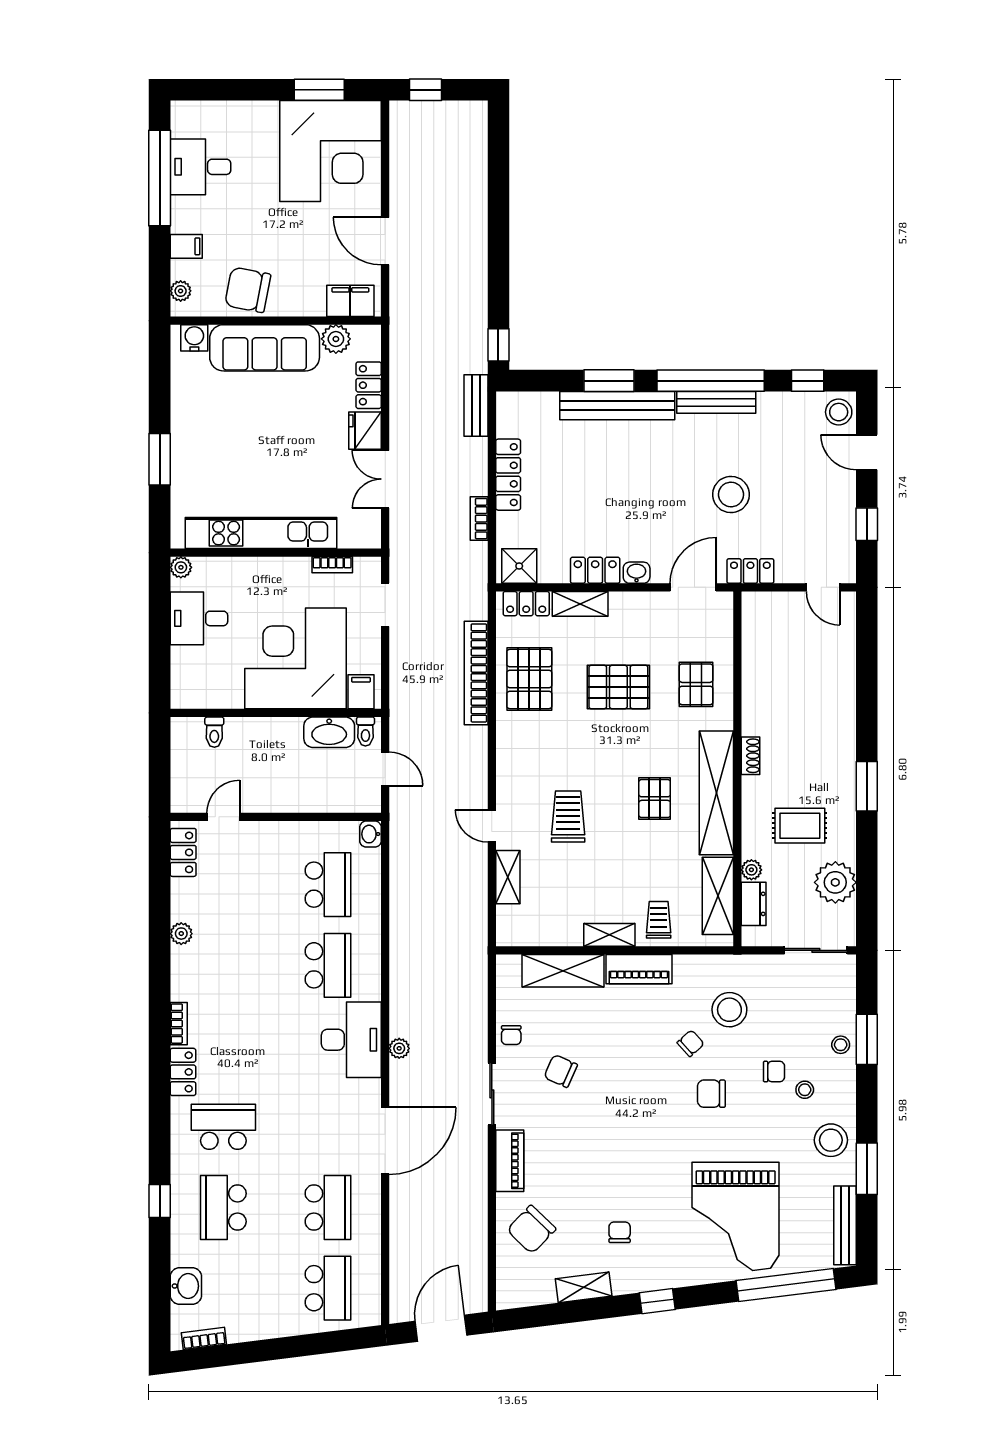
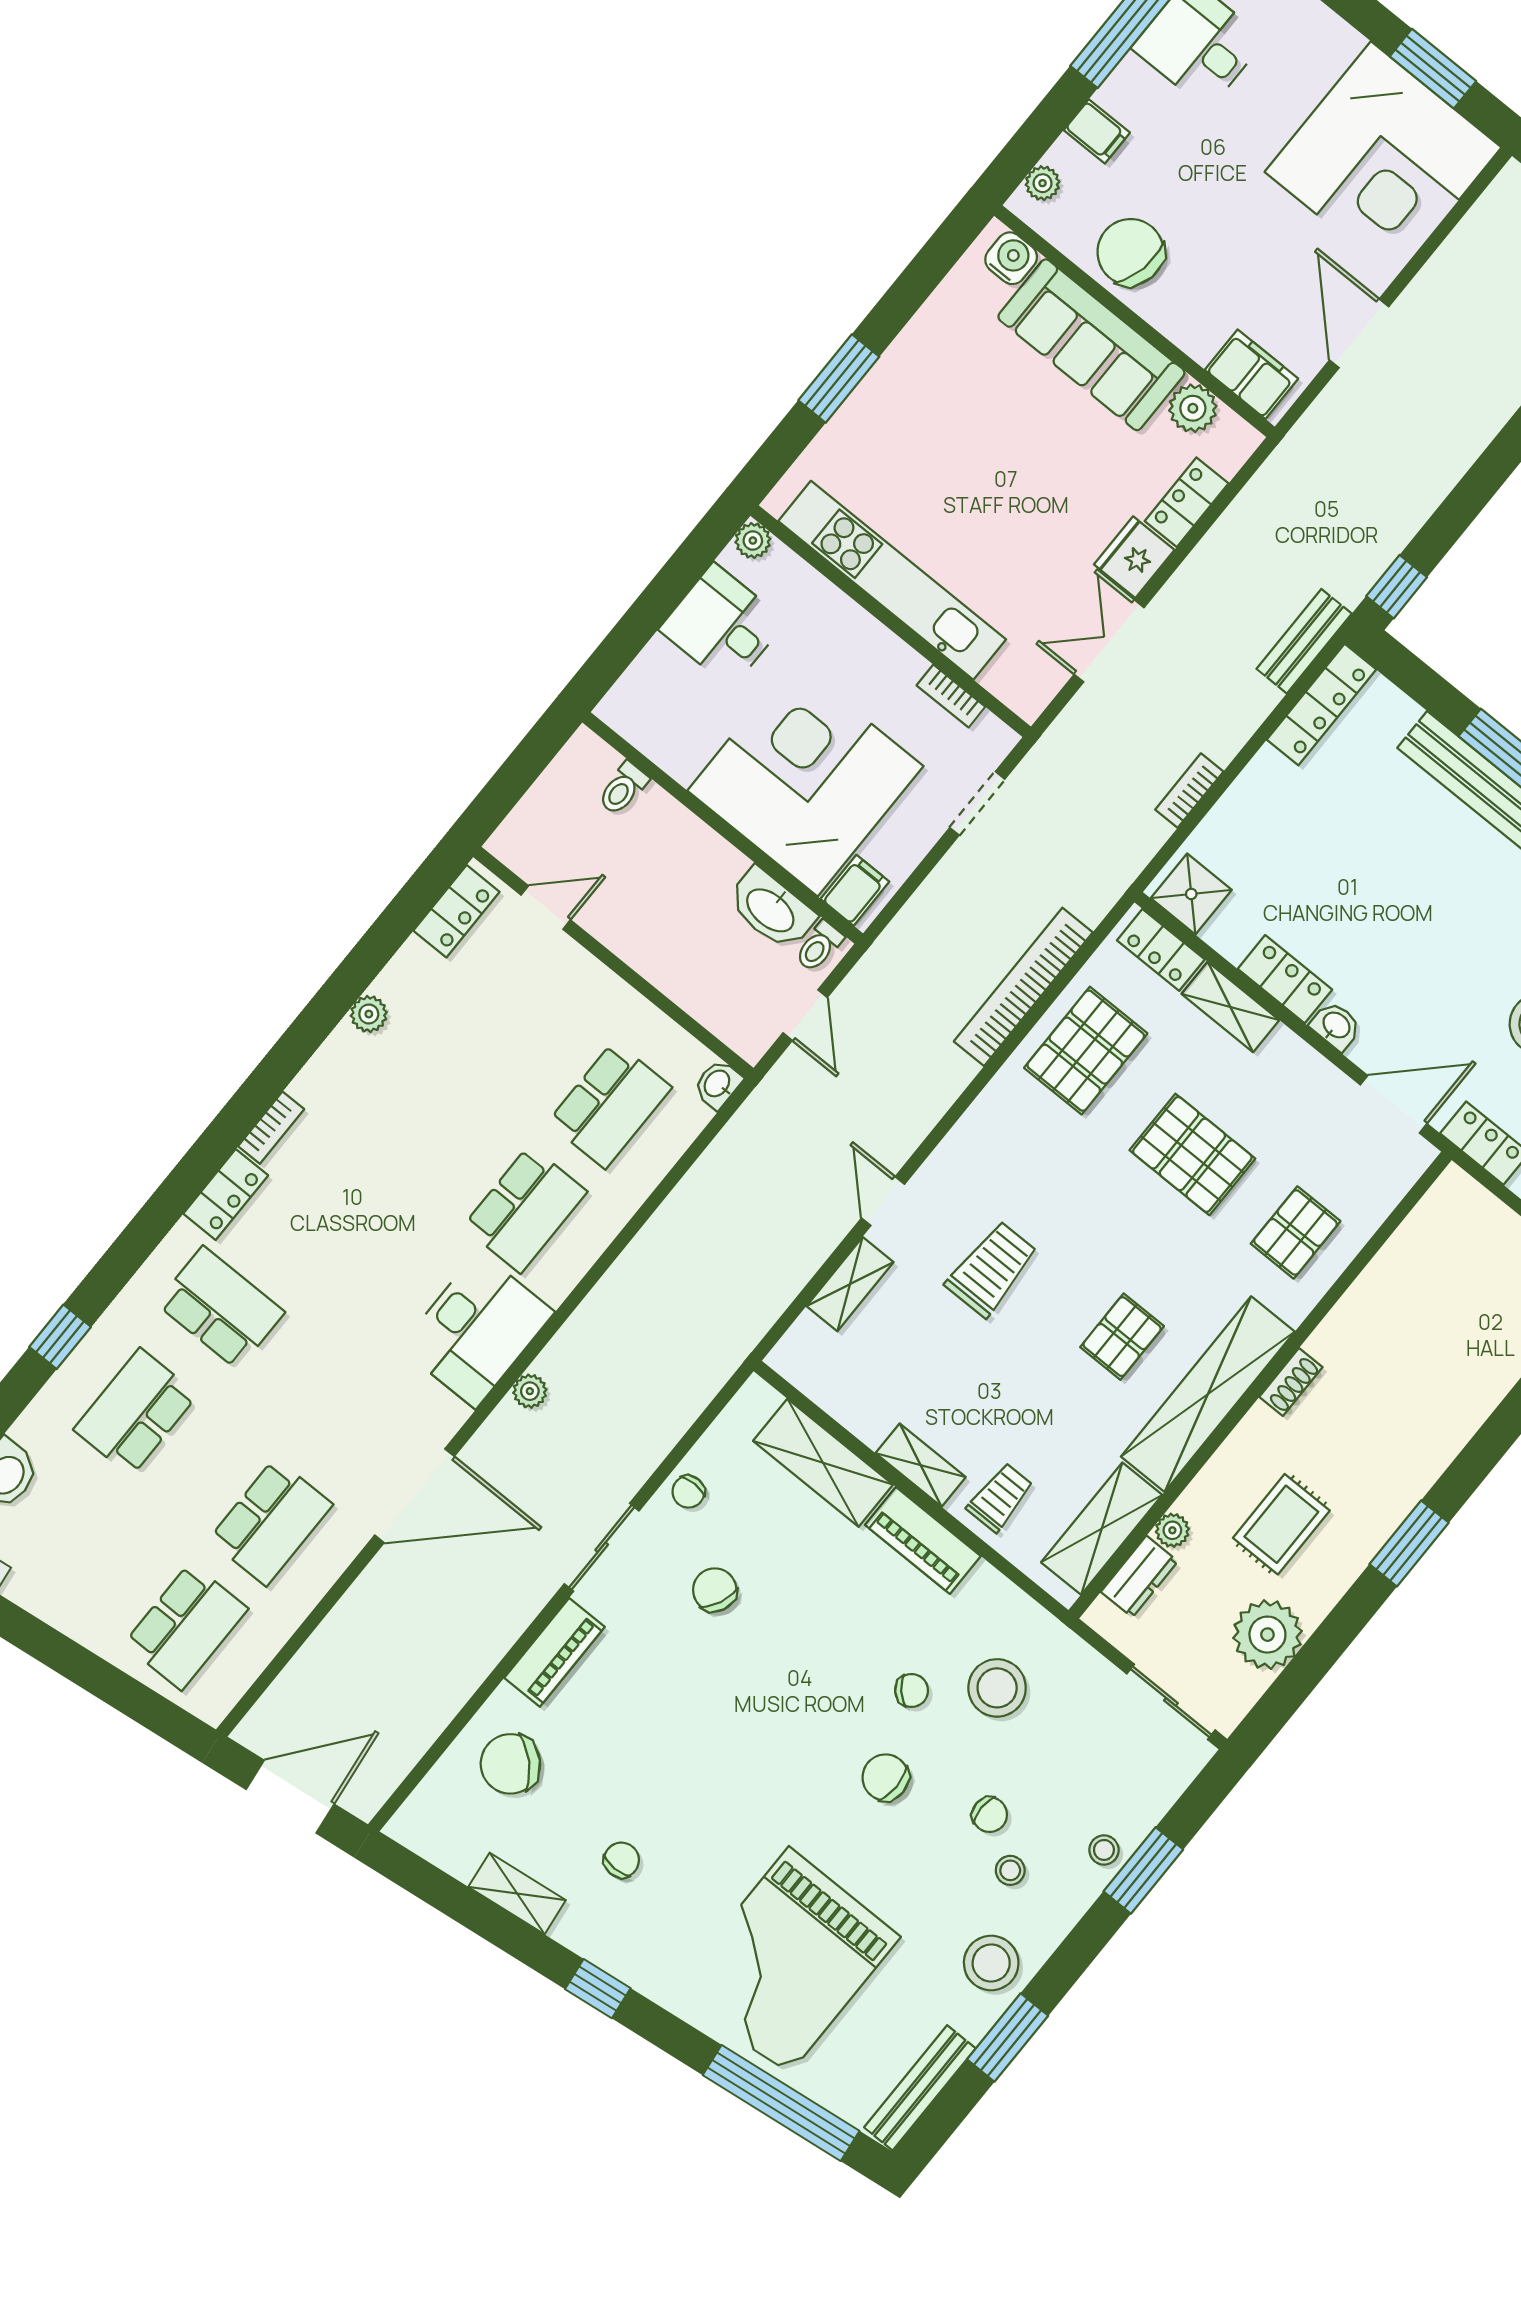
locker: (508, 475) -> (1321, 705), moved
rug: (800, 826) -> (1281, 1524), turned 90

